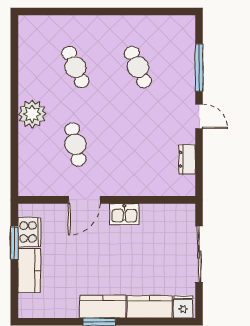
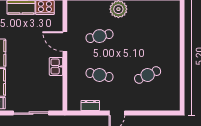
cafe table: (75, 67) -> (99, 75), moved, turned 36
window: (199, 68) -> (147, 113), removed

